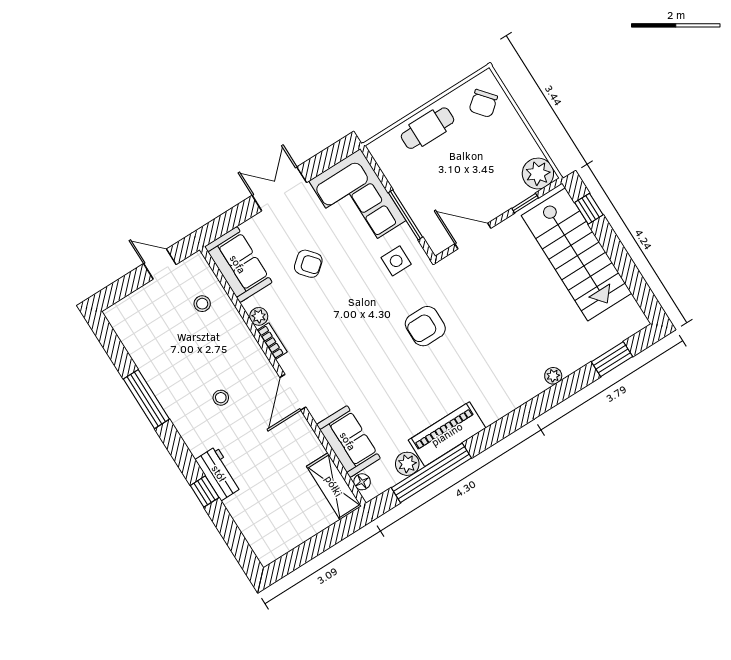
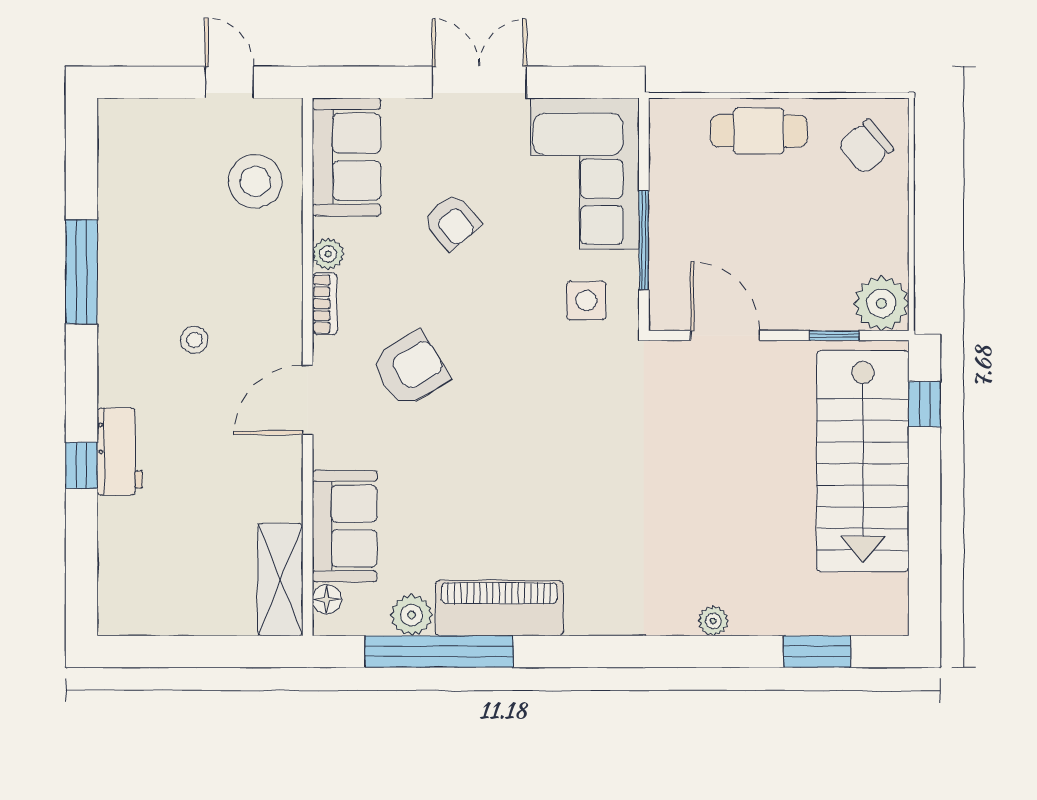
stool: (202, 304) -> (255, 181), width x1.89, depth x1.89
armchair: (425, 326) -> (410, 369), moved, turned 149

